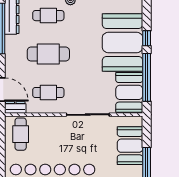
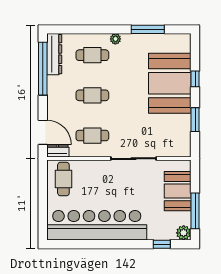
cafe table: (48, 54) -> (92, 95), width x0.73, depth x0.74
window: (147, 77) -> (195, 120), width x0.47
booth: (129, 92) -> (177, 135), removed

